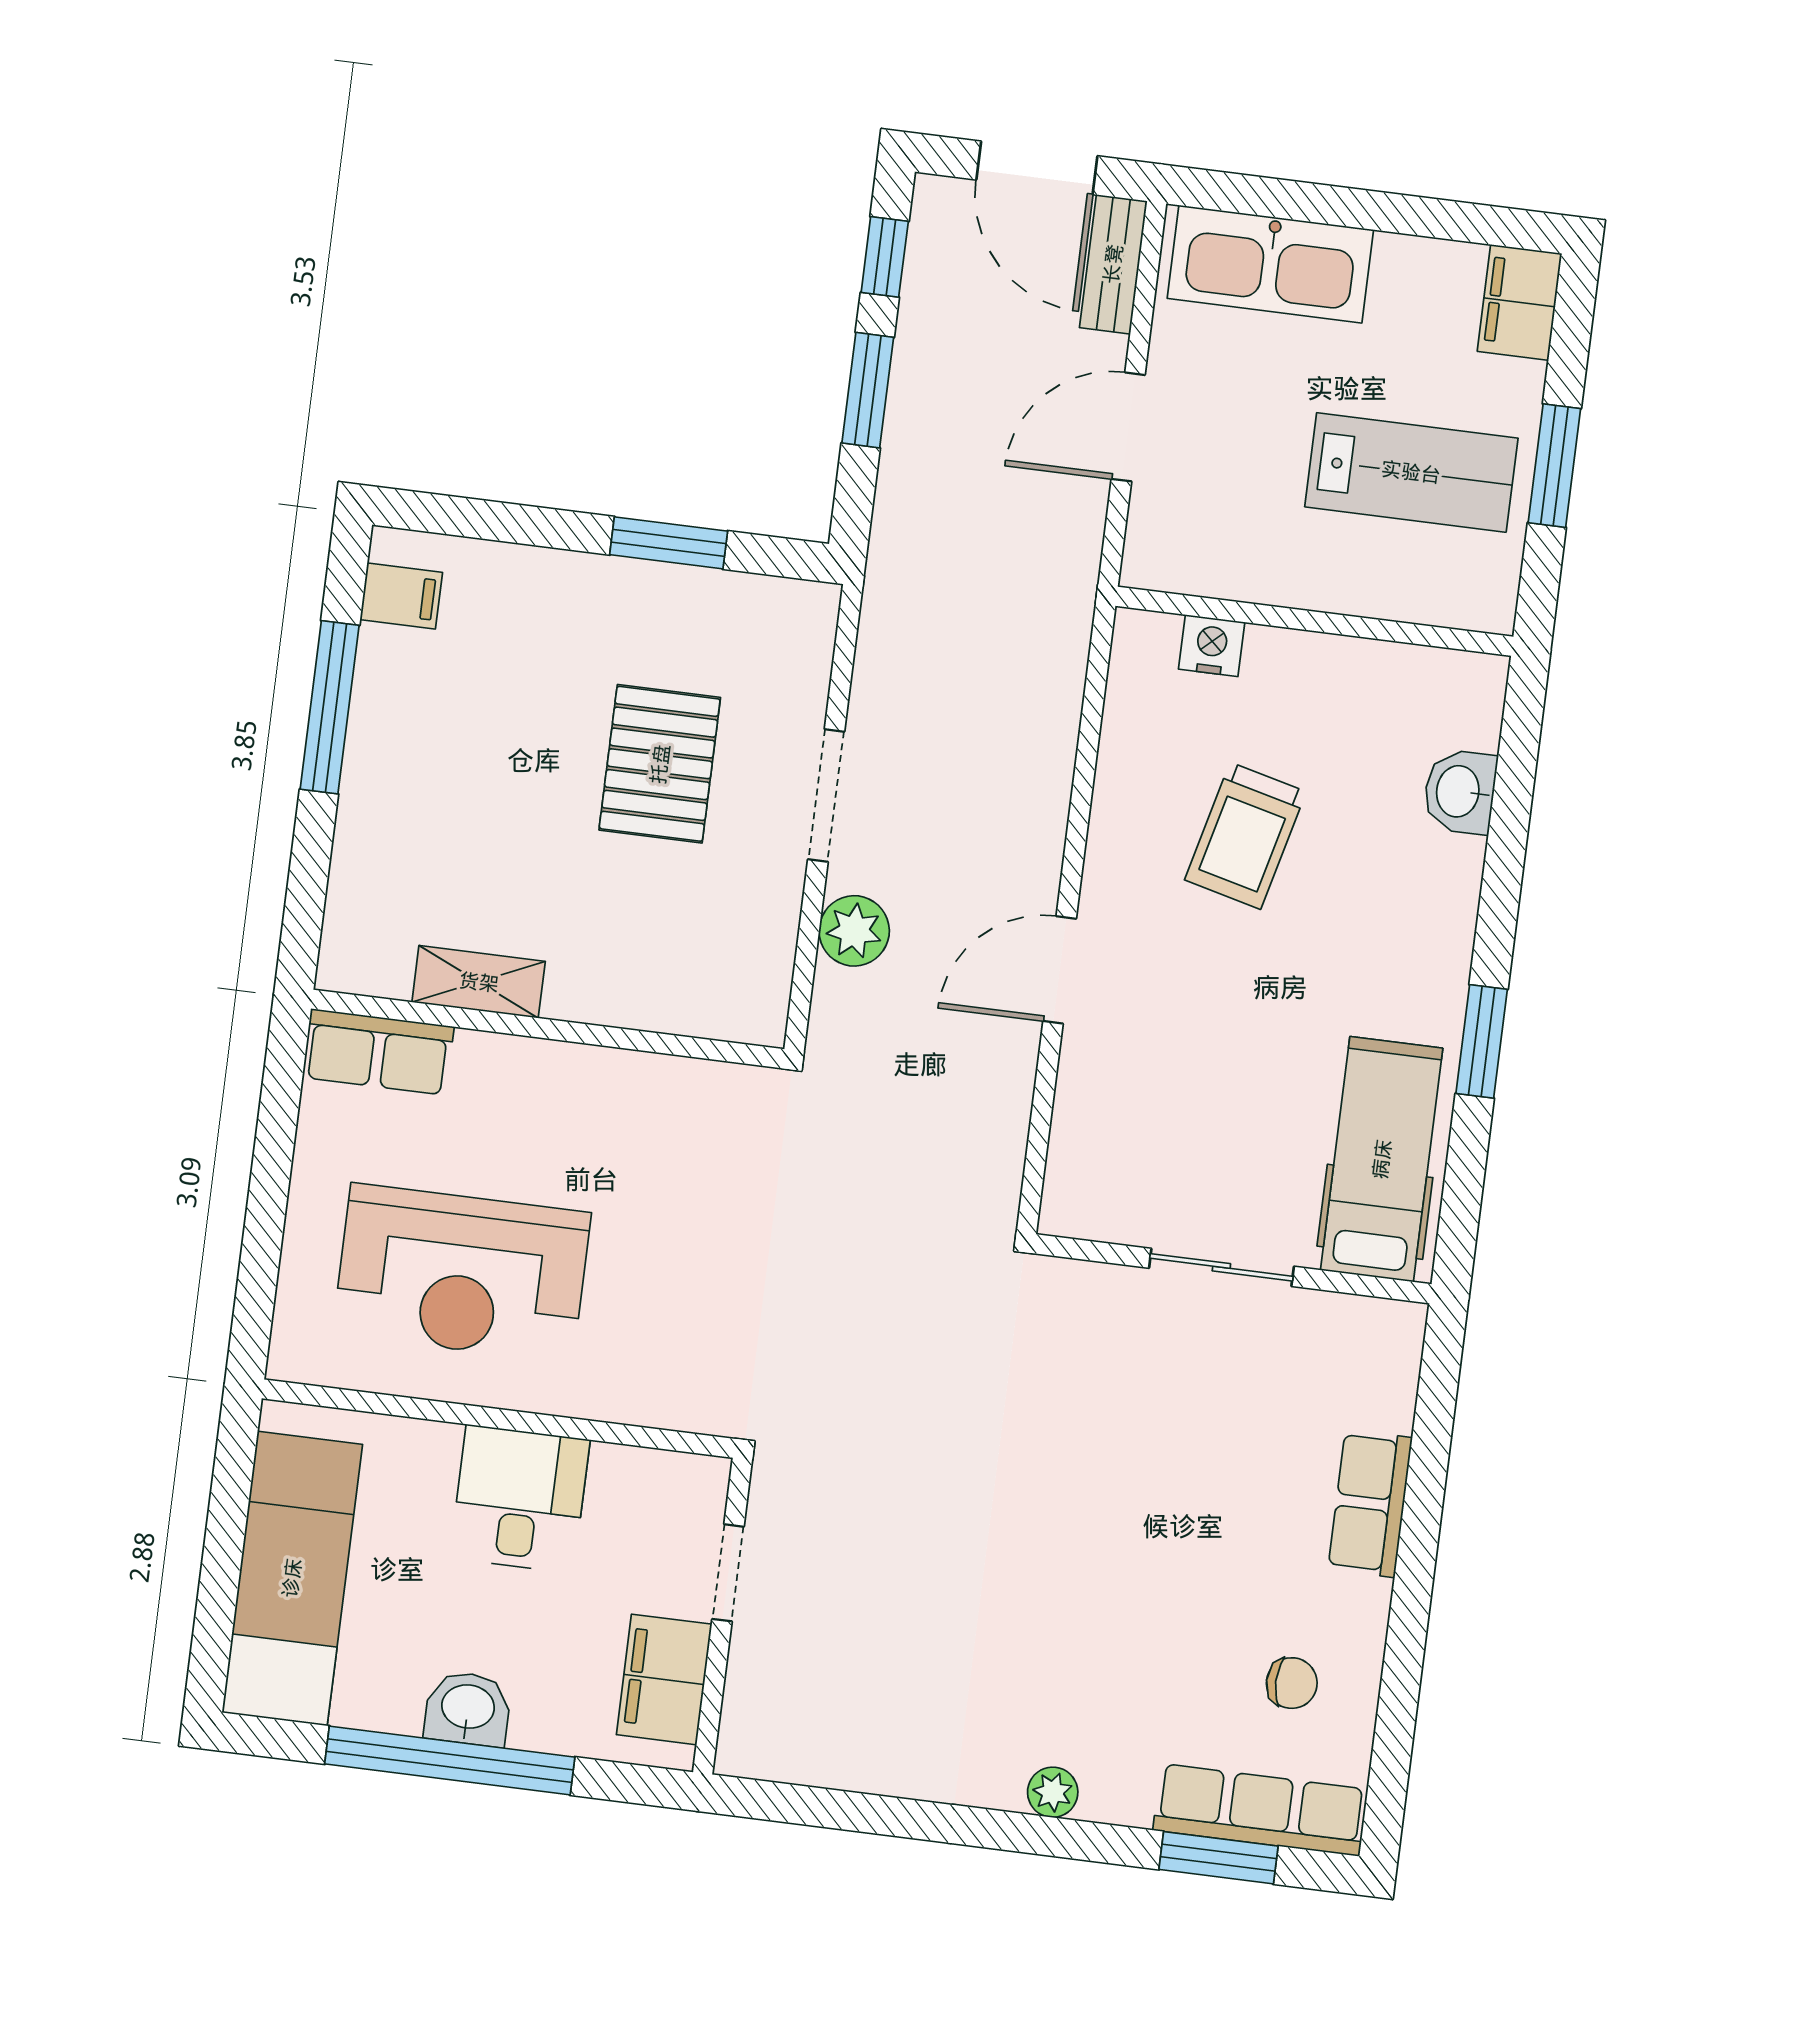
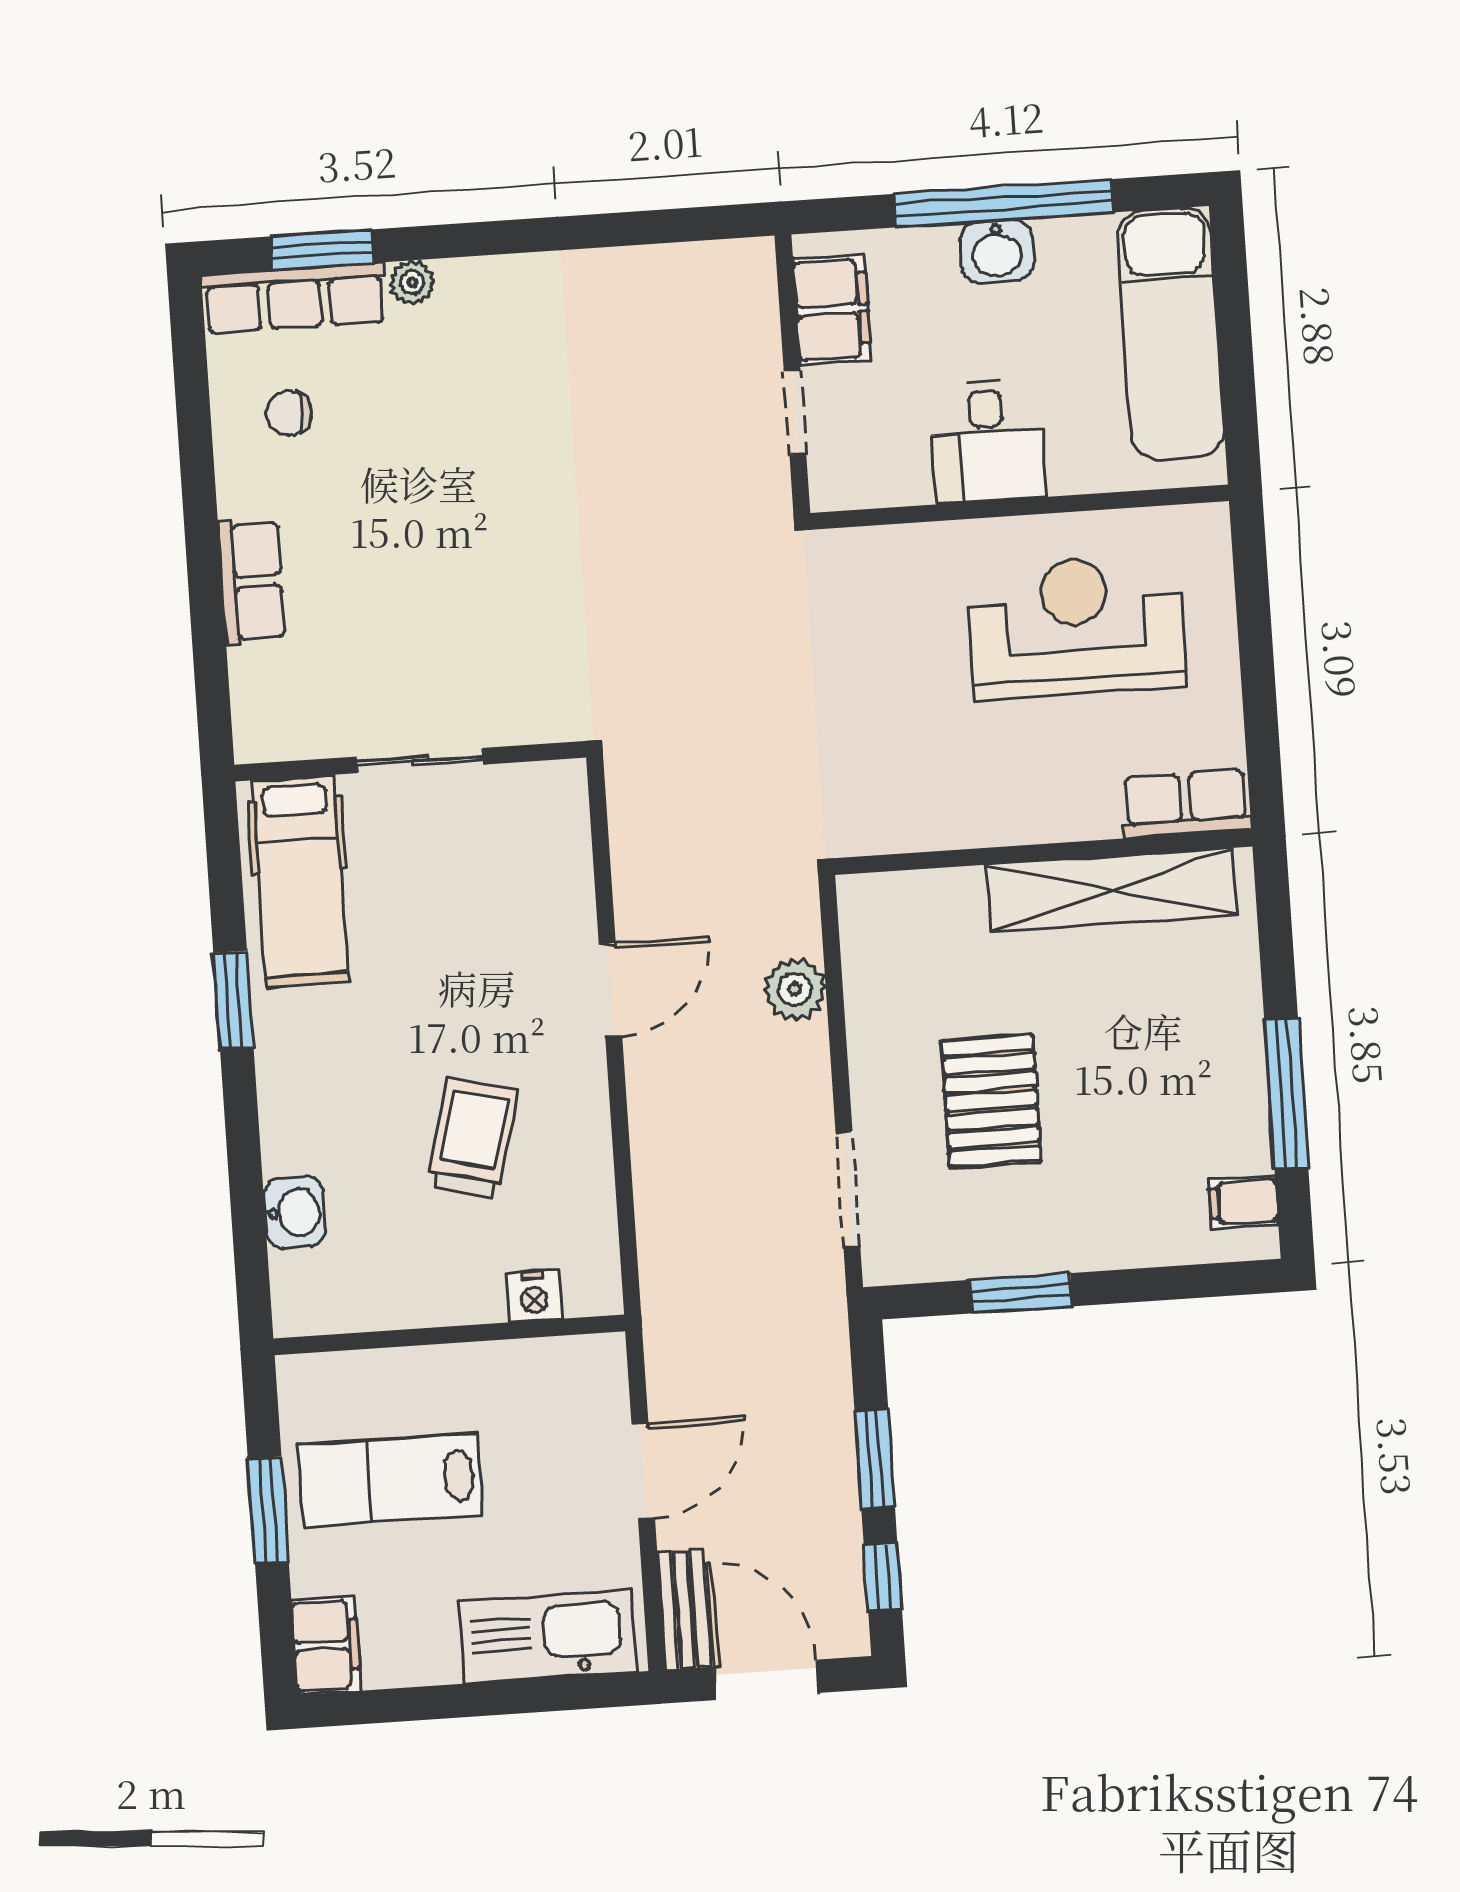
doorway: (826, 796) -> (848, 1189), moved
shelving: (479, 982) -> (1112, 890), width x2.20, depth x1.33
plant: (1053, 1792) -> (412, 282), moved

